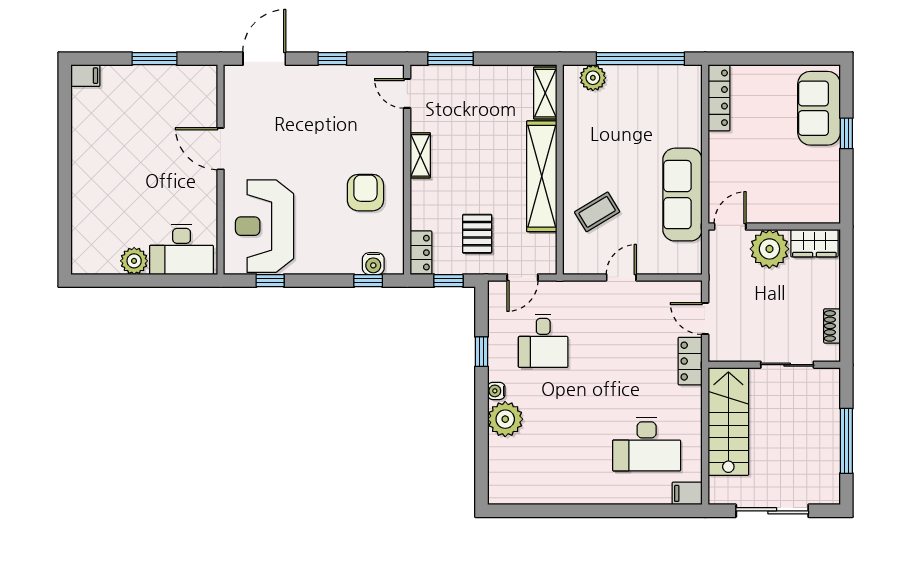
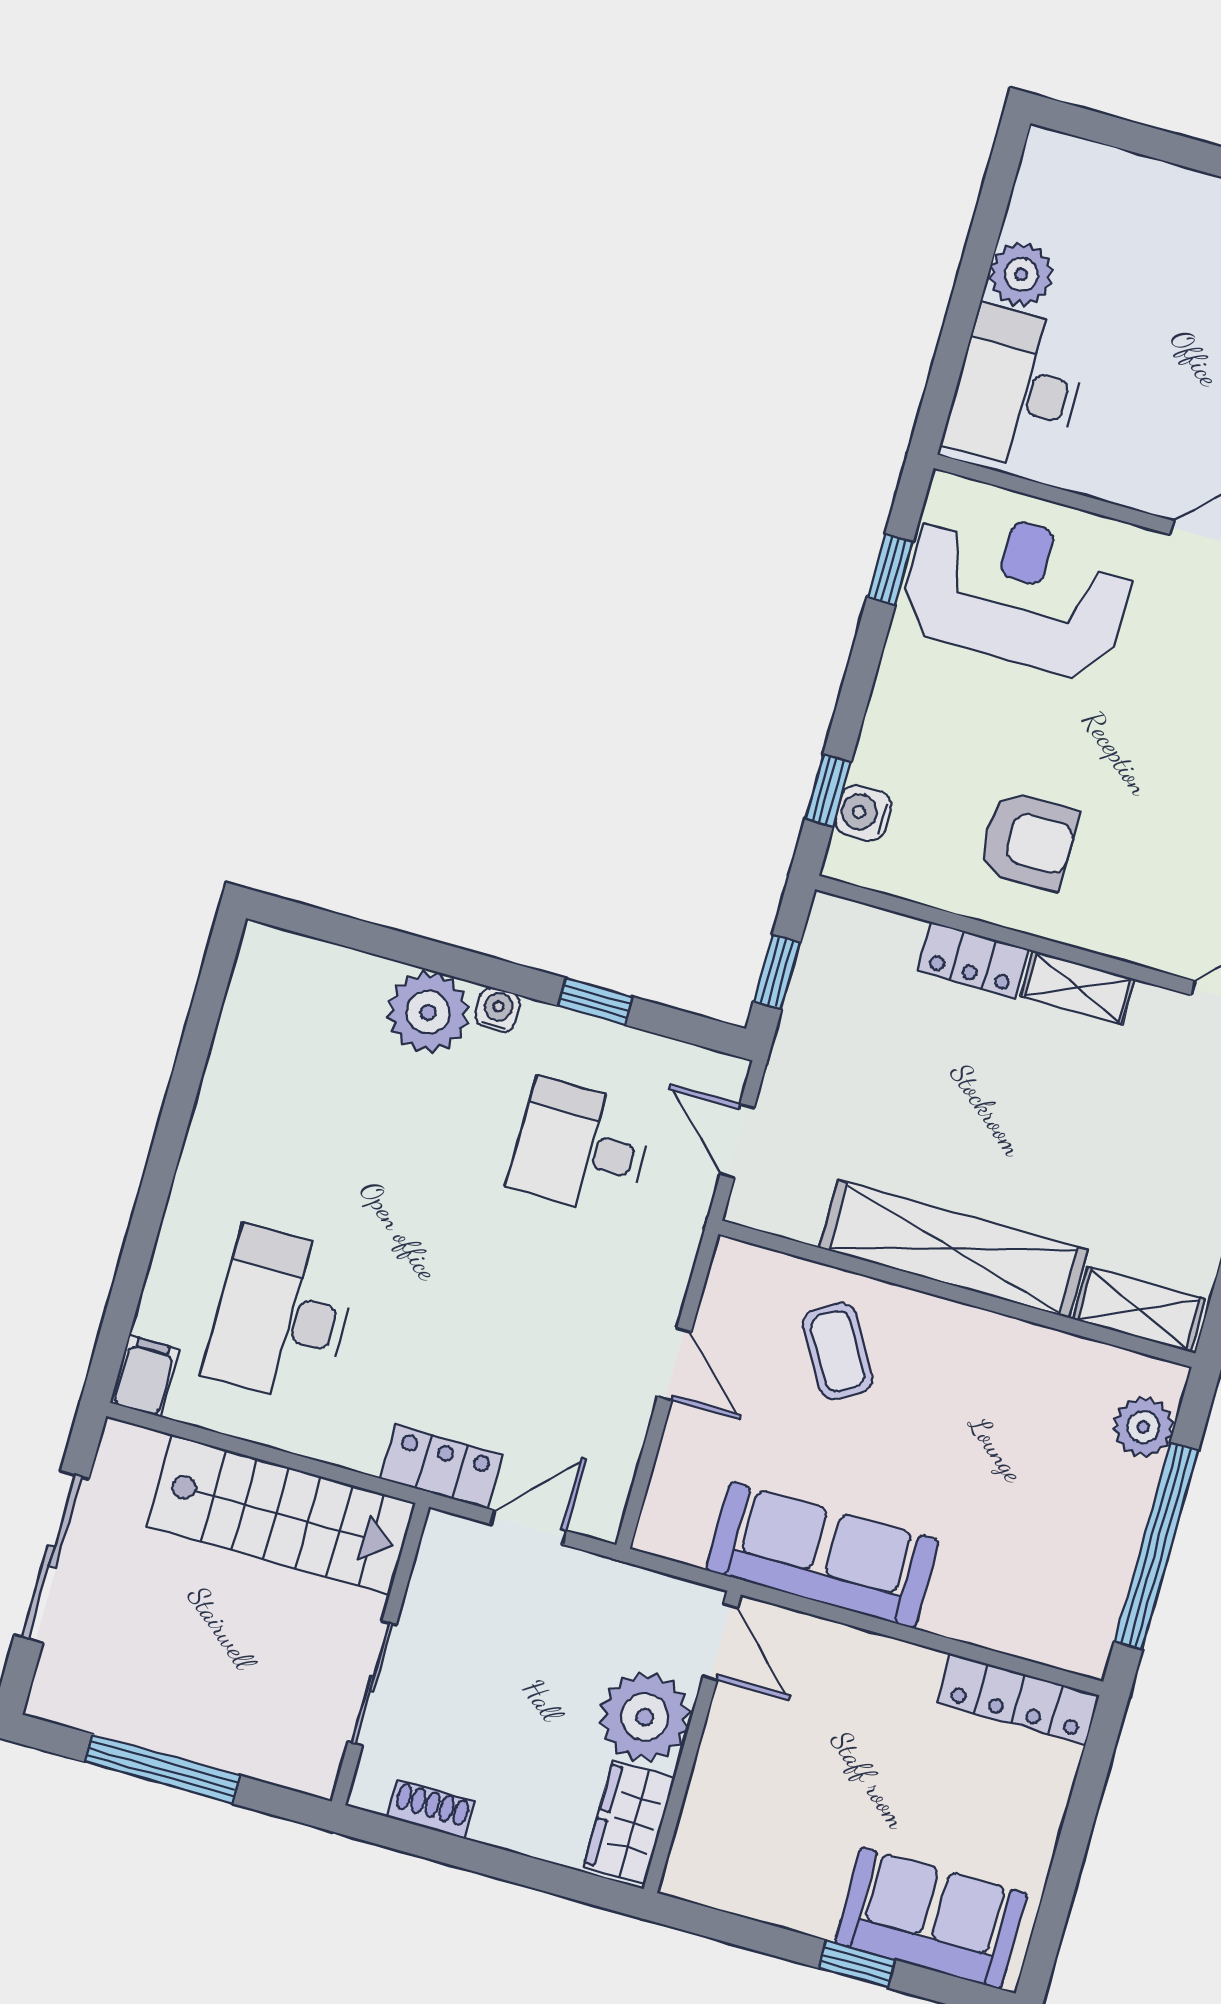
pallet: (477, 234) -> (865, 1067), removed
locker: (421, 253) -> (973, 960), moved

